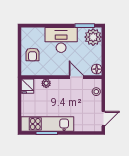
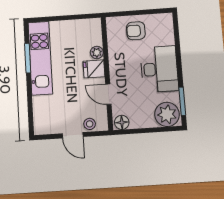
door: (76, 77) -> (108, 94), swing flipped
fridge: (28, 86) -> (94, 69), moved
door: (103, 119) -> (73, 135), moved

